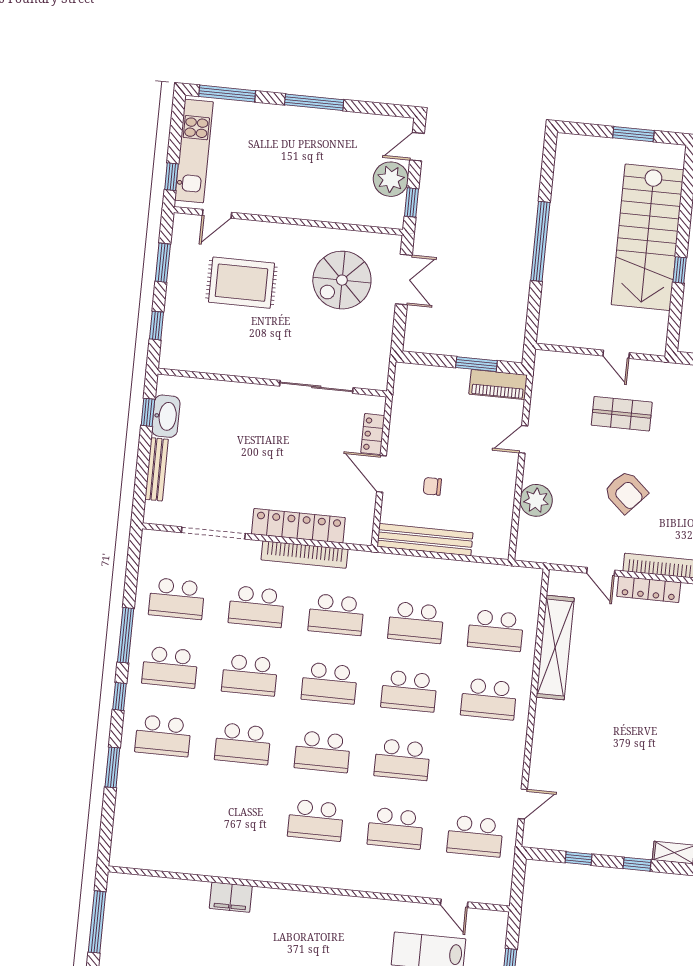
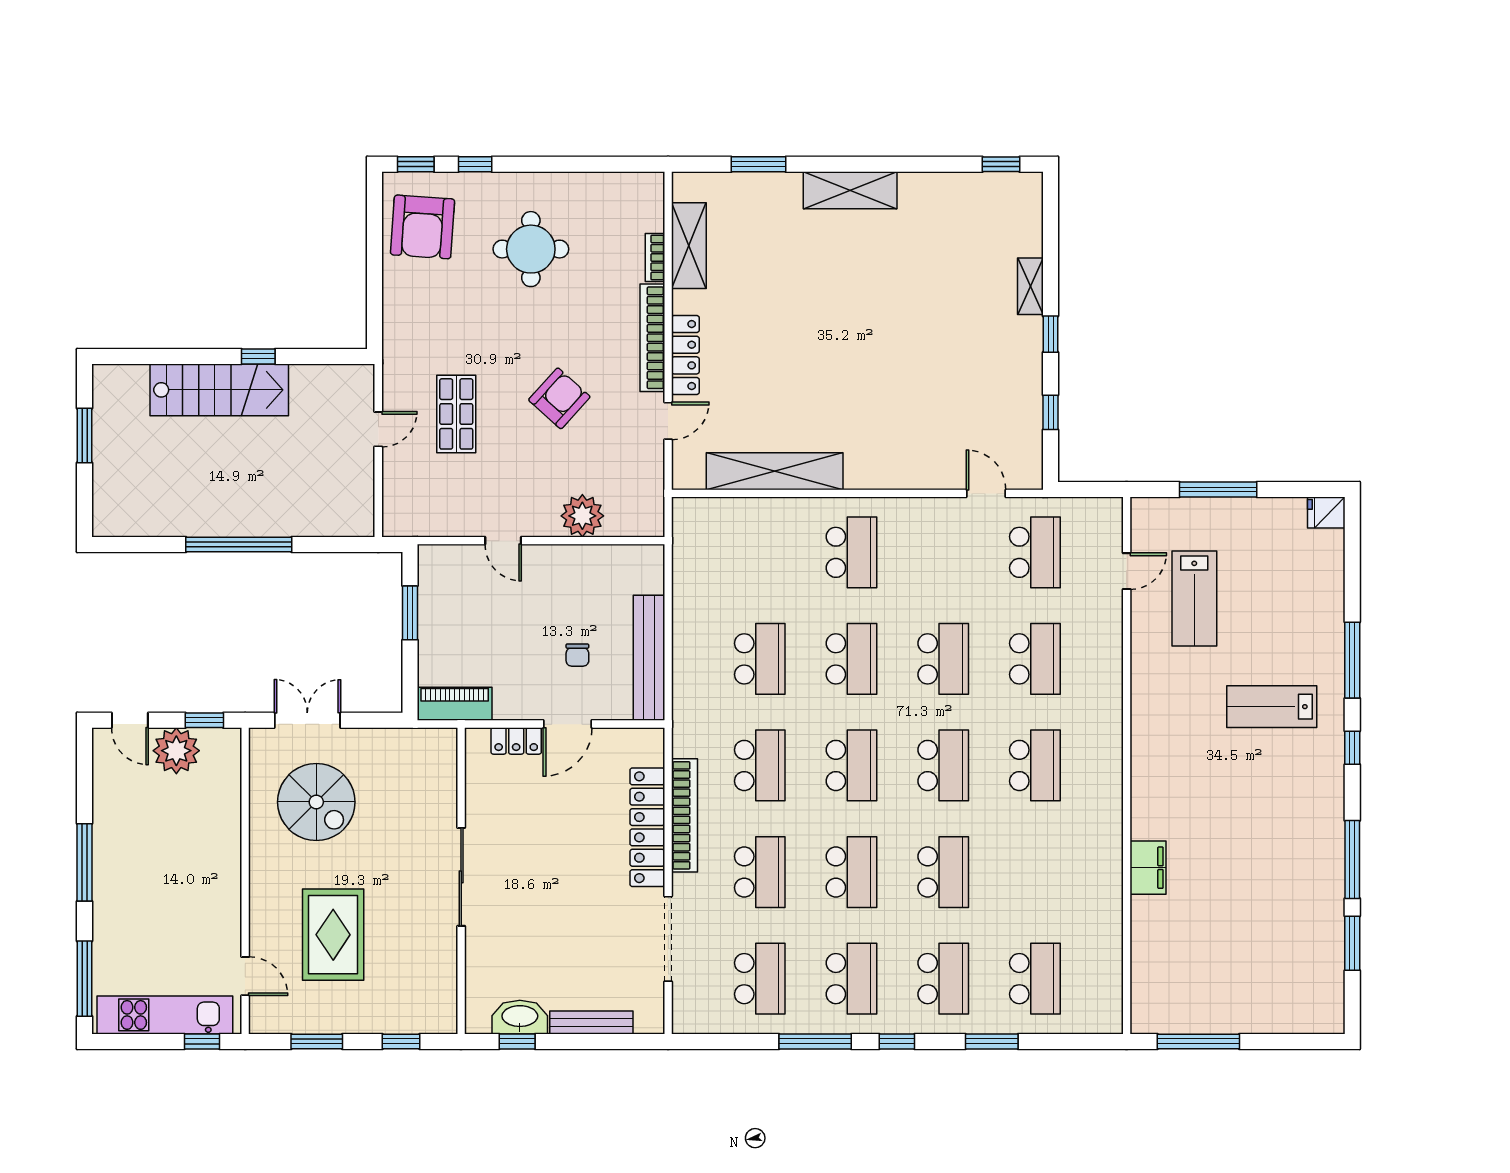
stairs: (648, 237) -> (219, 390), width x0.73, depth x0.66
piano: (498, 385) -> (455, 704), moved, turned -90
sliding door: (316, 387) -> (461, 877), moved
school desk: (496, 630) -> (1035, 979), moved

